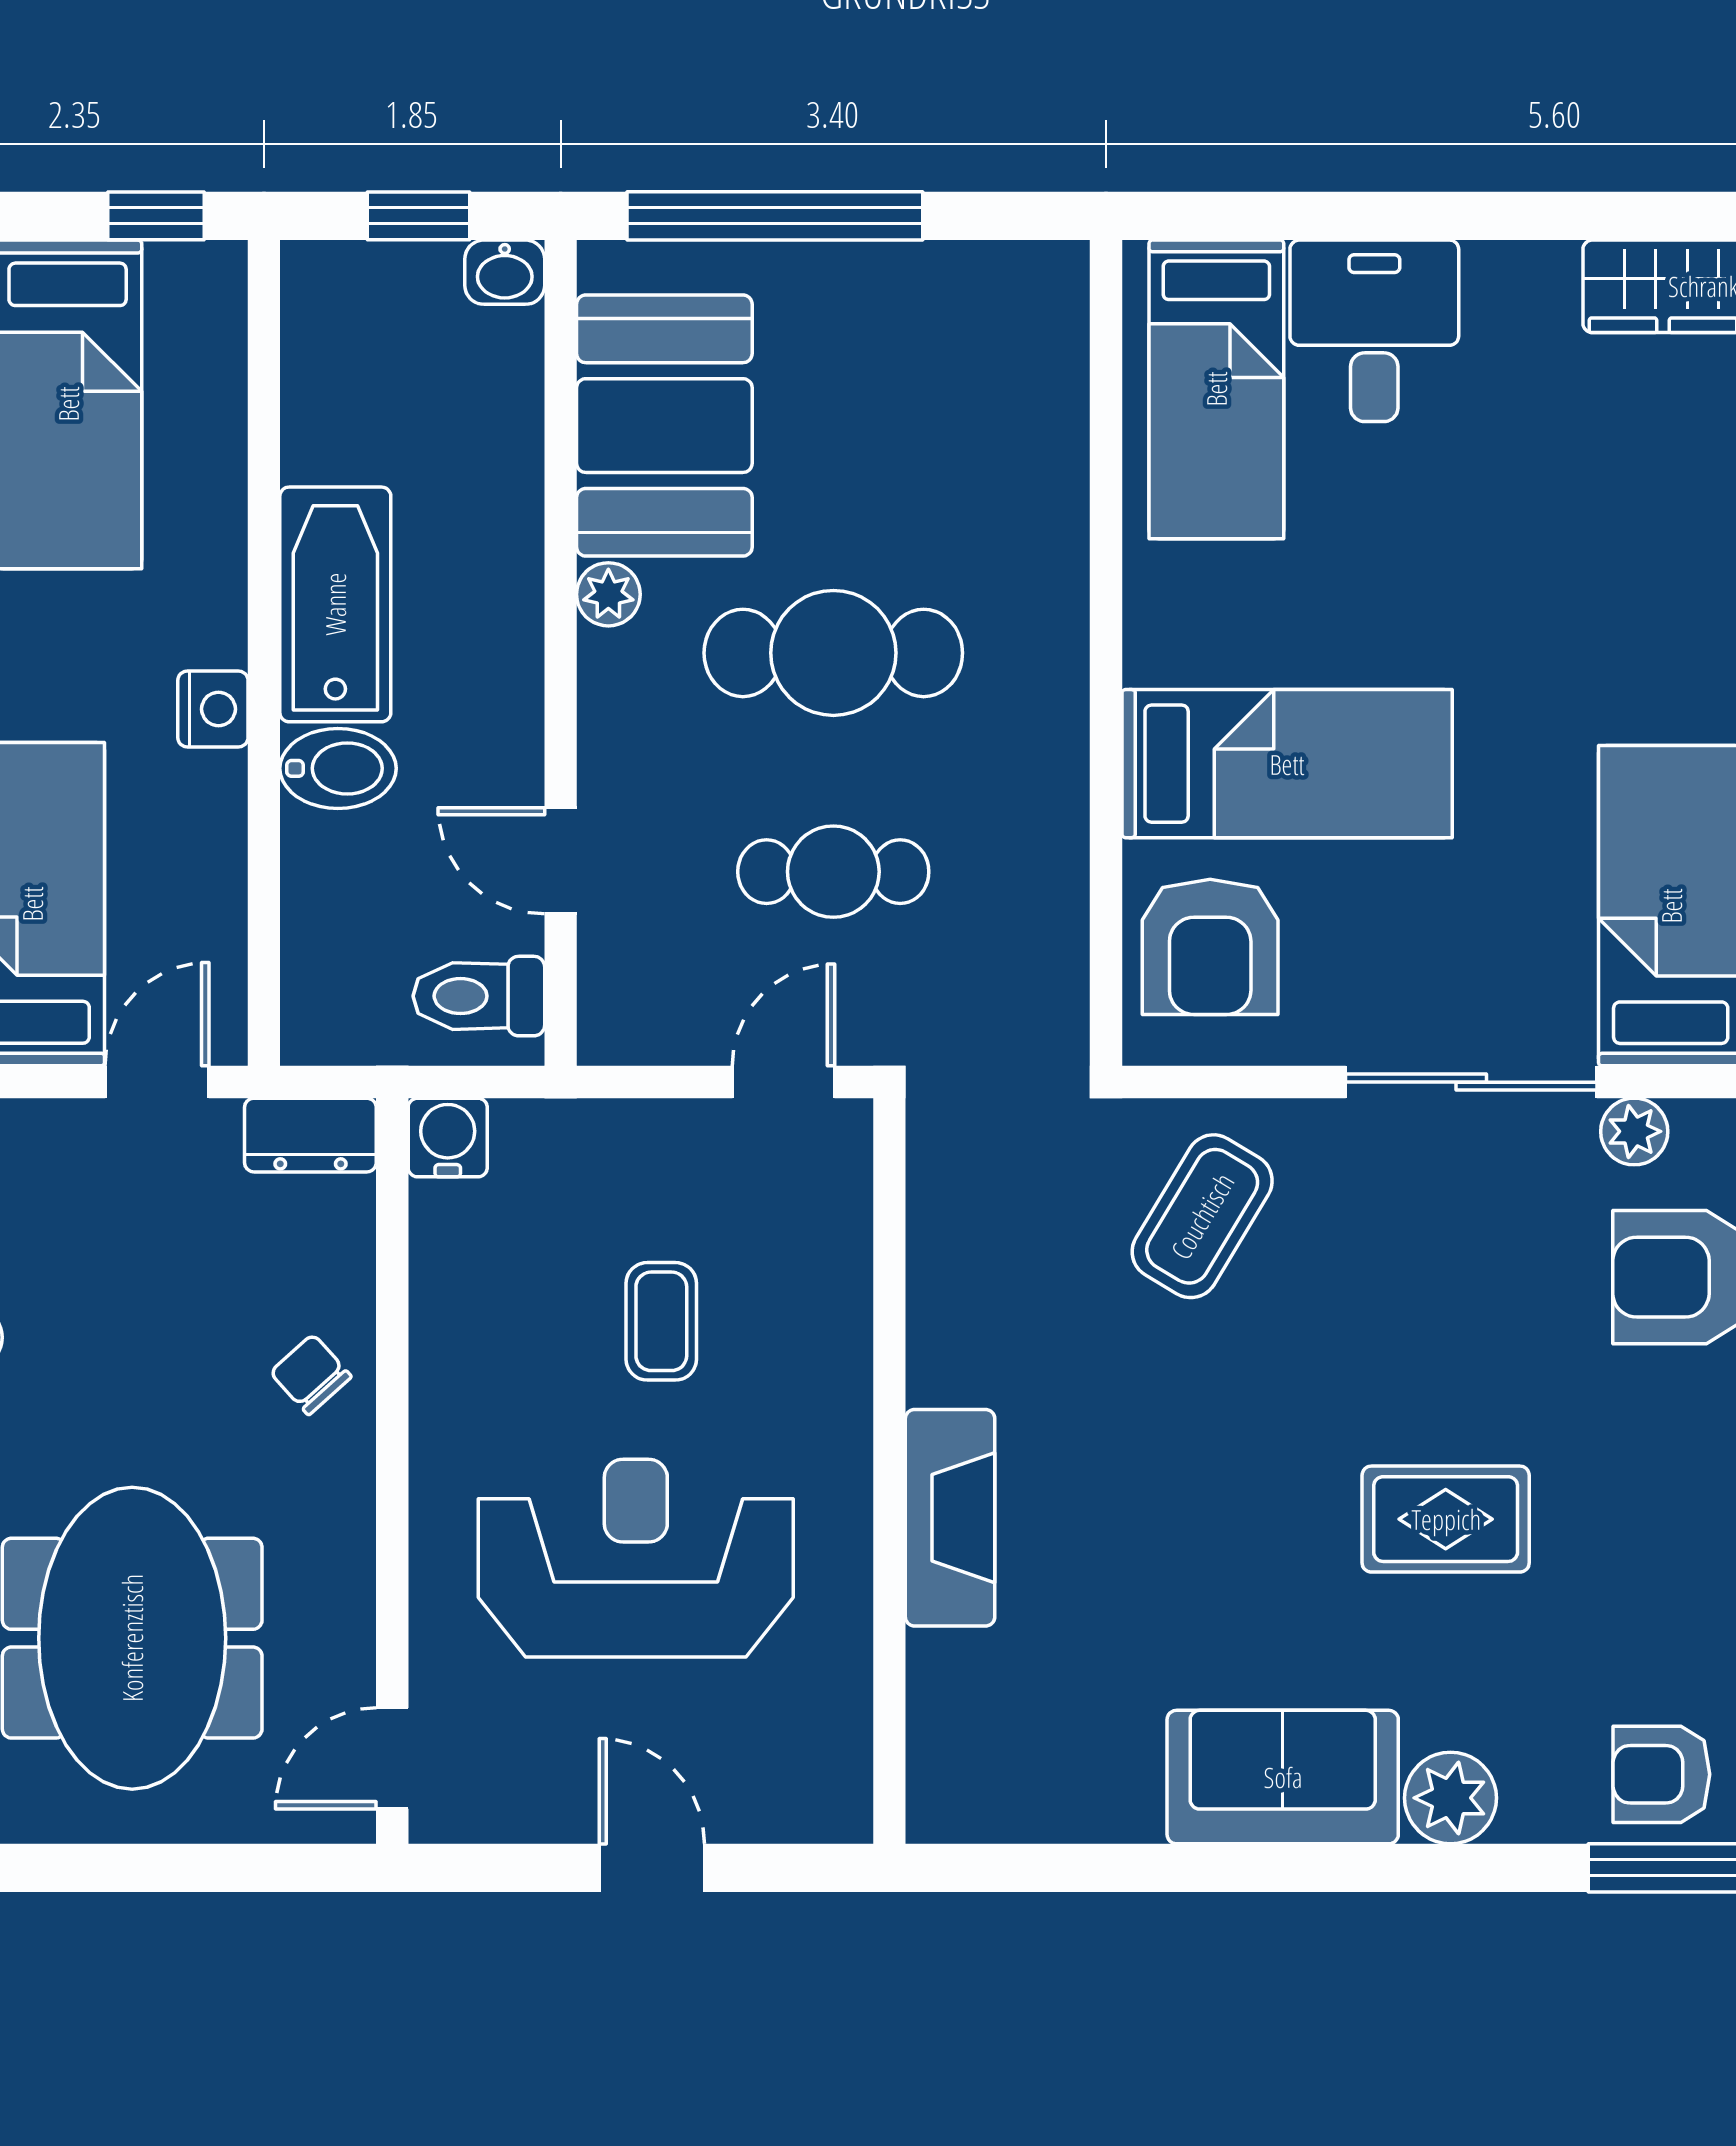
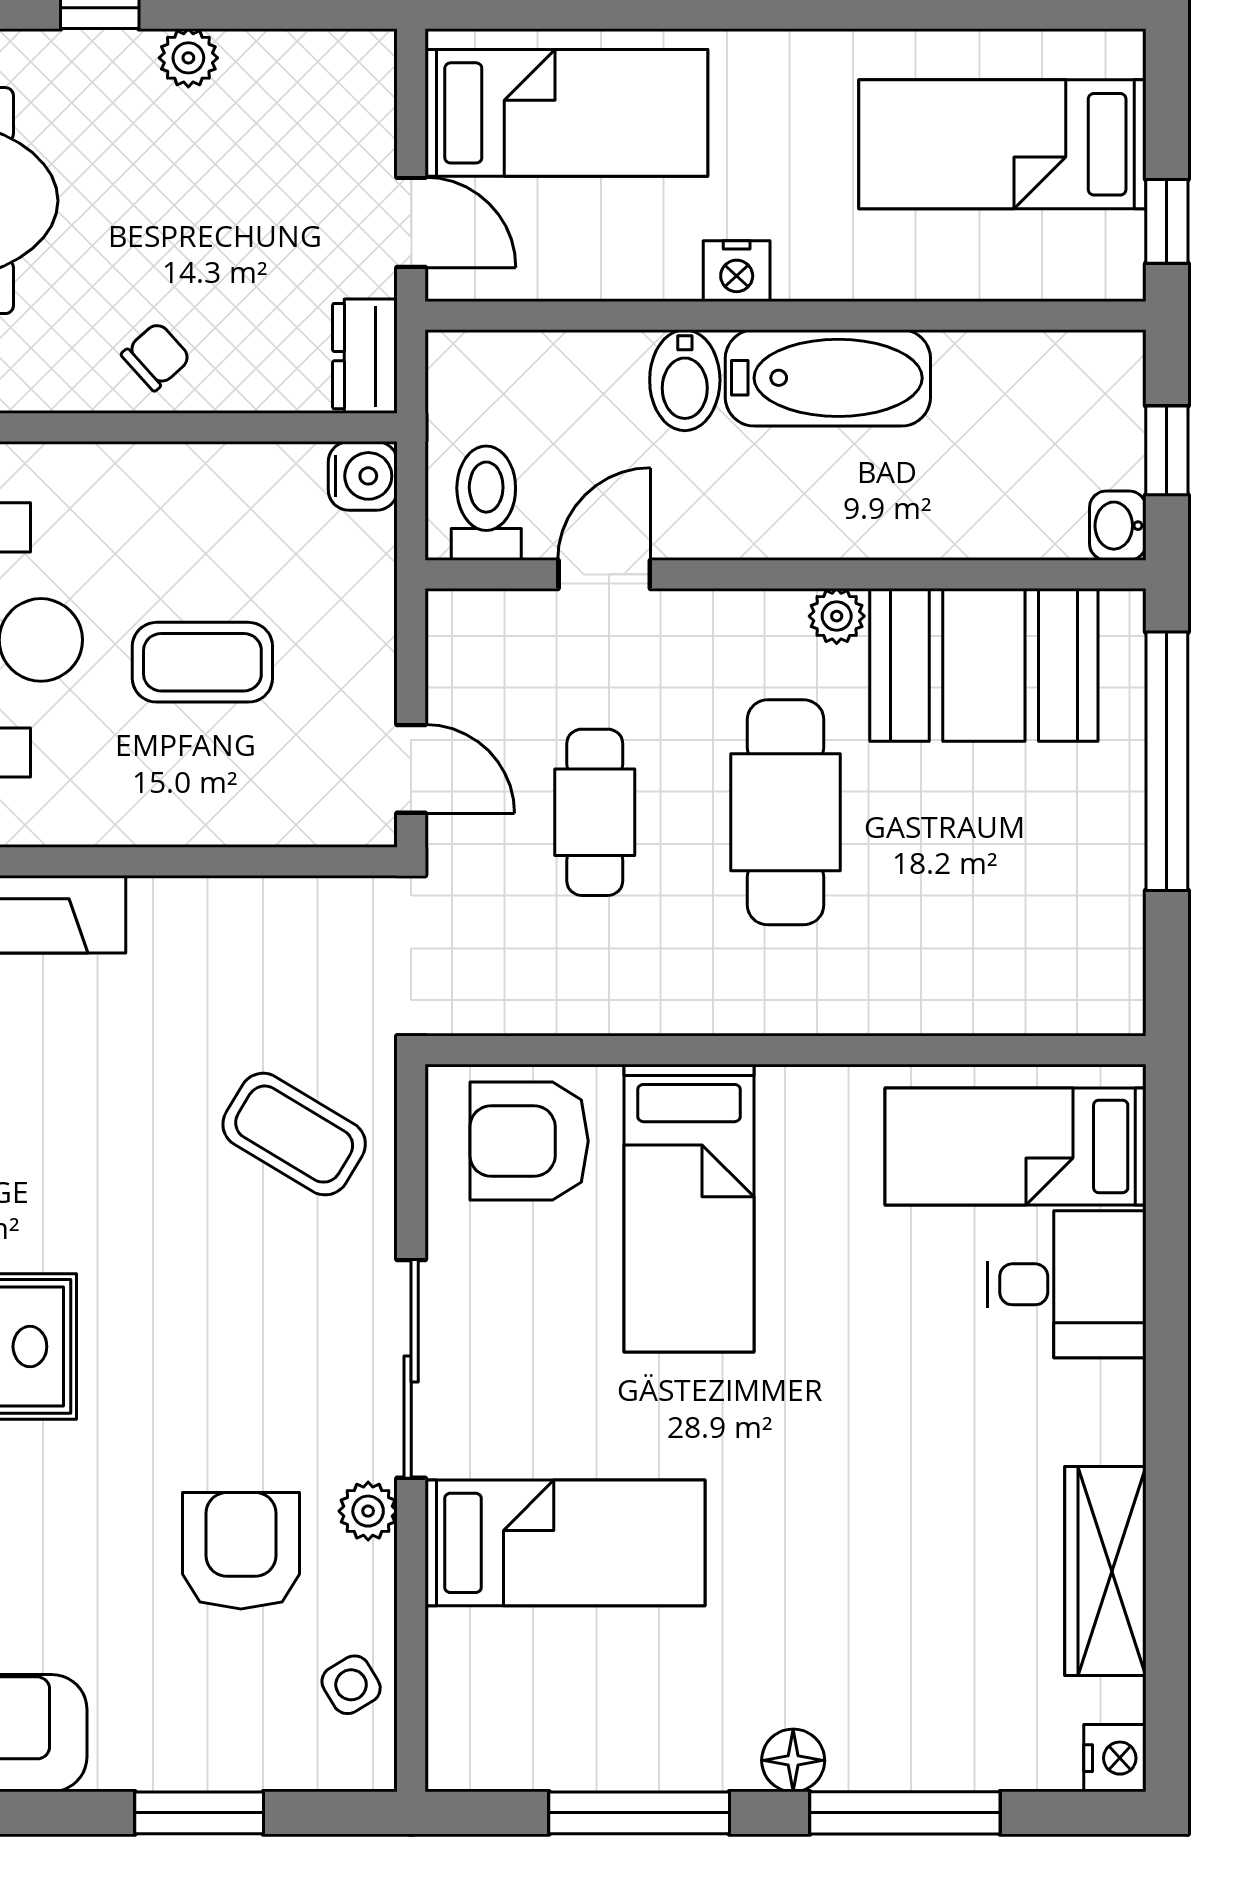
coffee table: (661, 1321) -> (202, 662), width x1.36, depth x1.30

